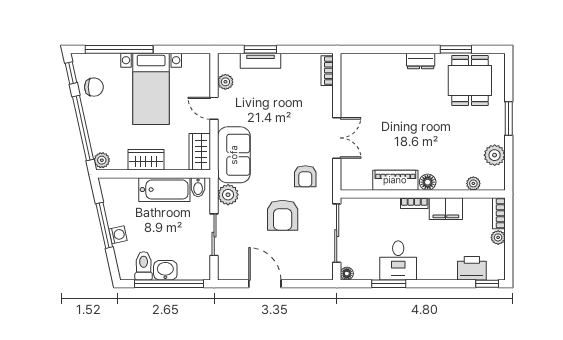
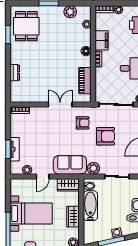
dresser: (421, 61) -> (15, 73), moved
dining table: (470, 81) -> (26, 26), turned 90
piano: (395, 180) -> (85, 81), moved

